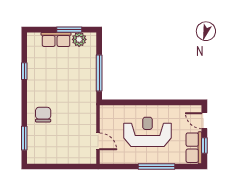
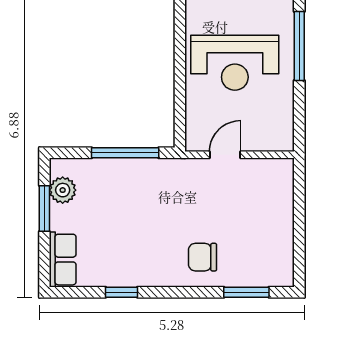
row of seats: (56, 39) -> (63, 260), moved
reception desk: (148, 132) -> (235, 63), turned -90
door: (98, 141) -> (225, 155), moved

